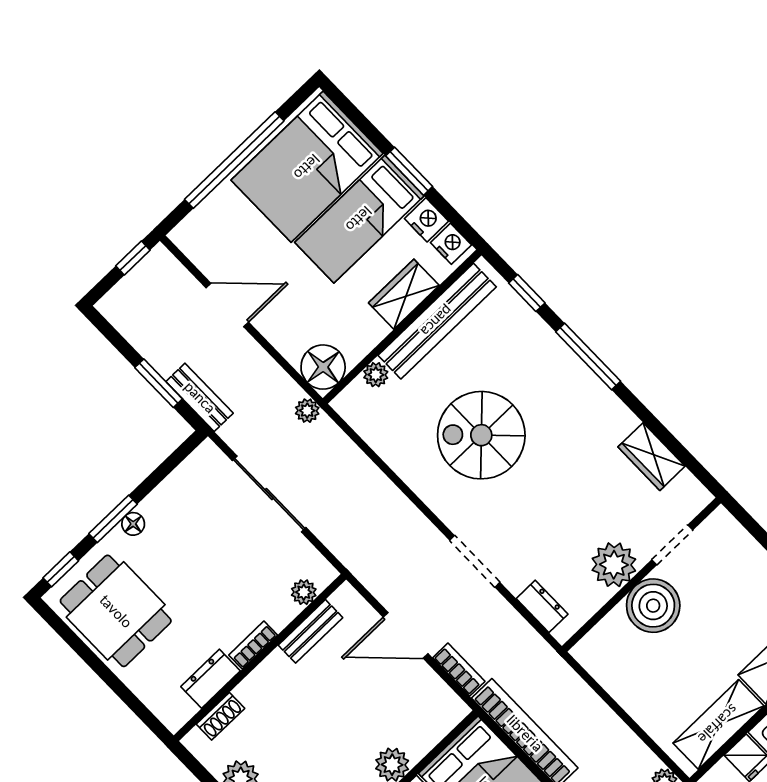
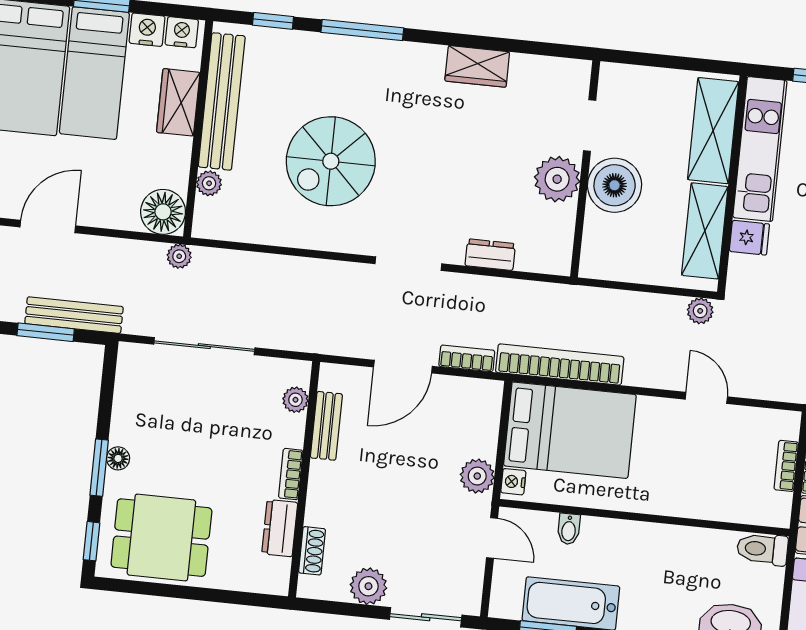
bench: (200, 397) -> (74, 315), width x1.36
doorway: (672, 545) -> (590, 126), moved
plant: (614, 565) -> (557, 179), moved
wall: (641, 575) -> (585, 169), moved
boiler: (653, 606) -> (615, 185), moved

